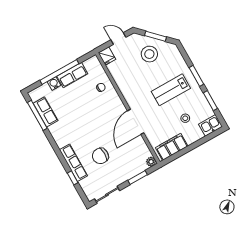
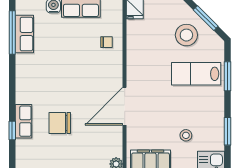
window: (196, 76) -> (228, 76), moved
lab bench: (171, 90) -> (196, 74), moved
row of seats: (74, 163) -> (23, 121), width x0.68

